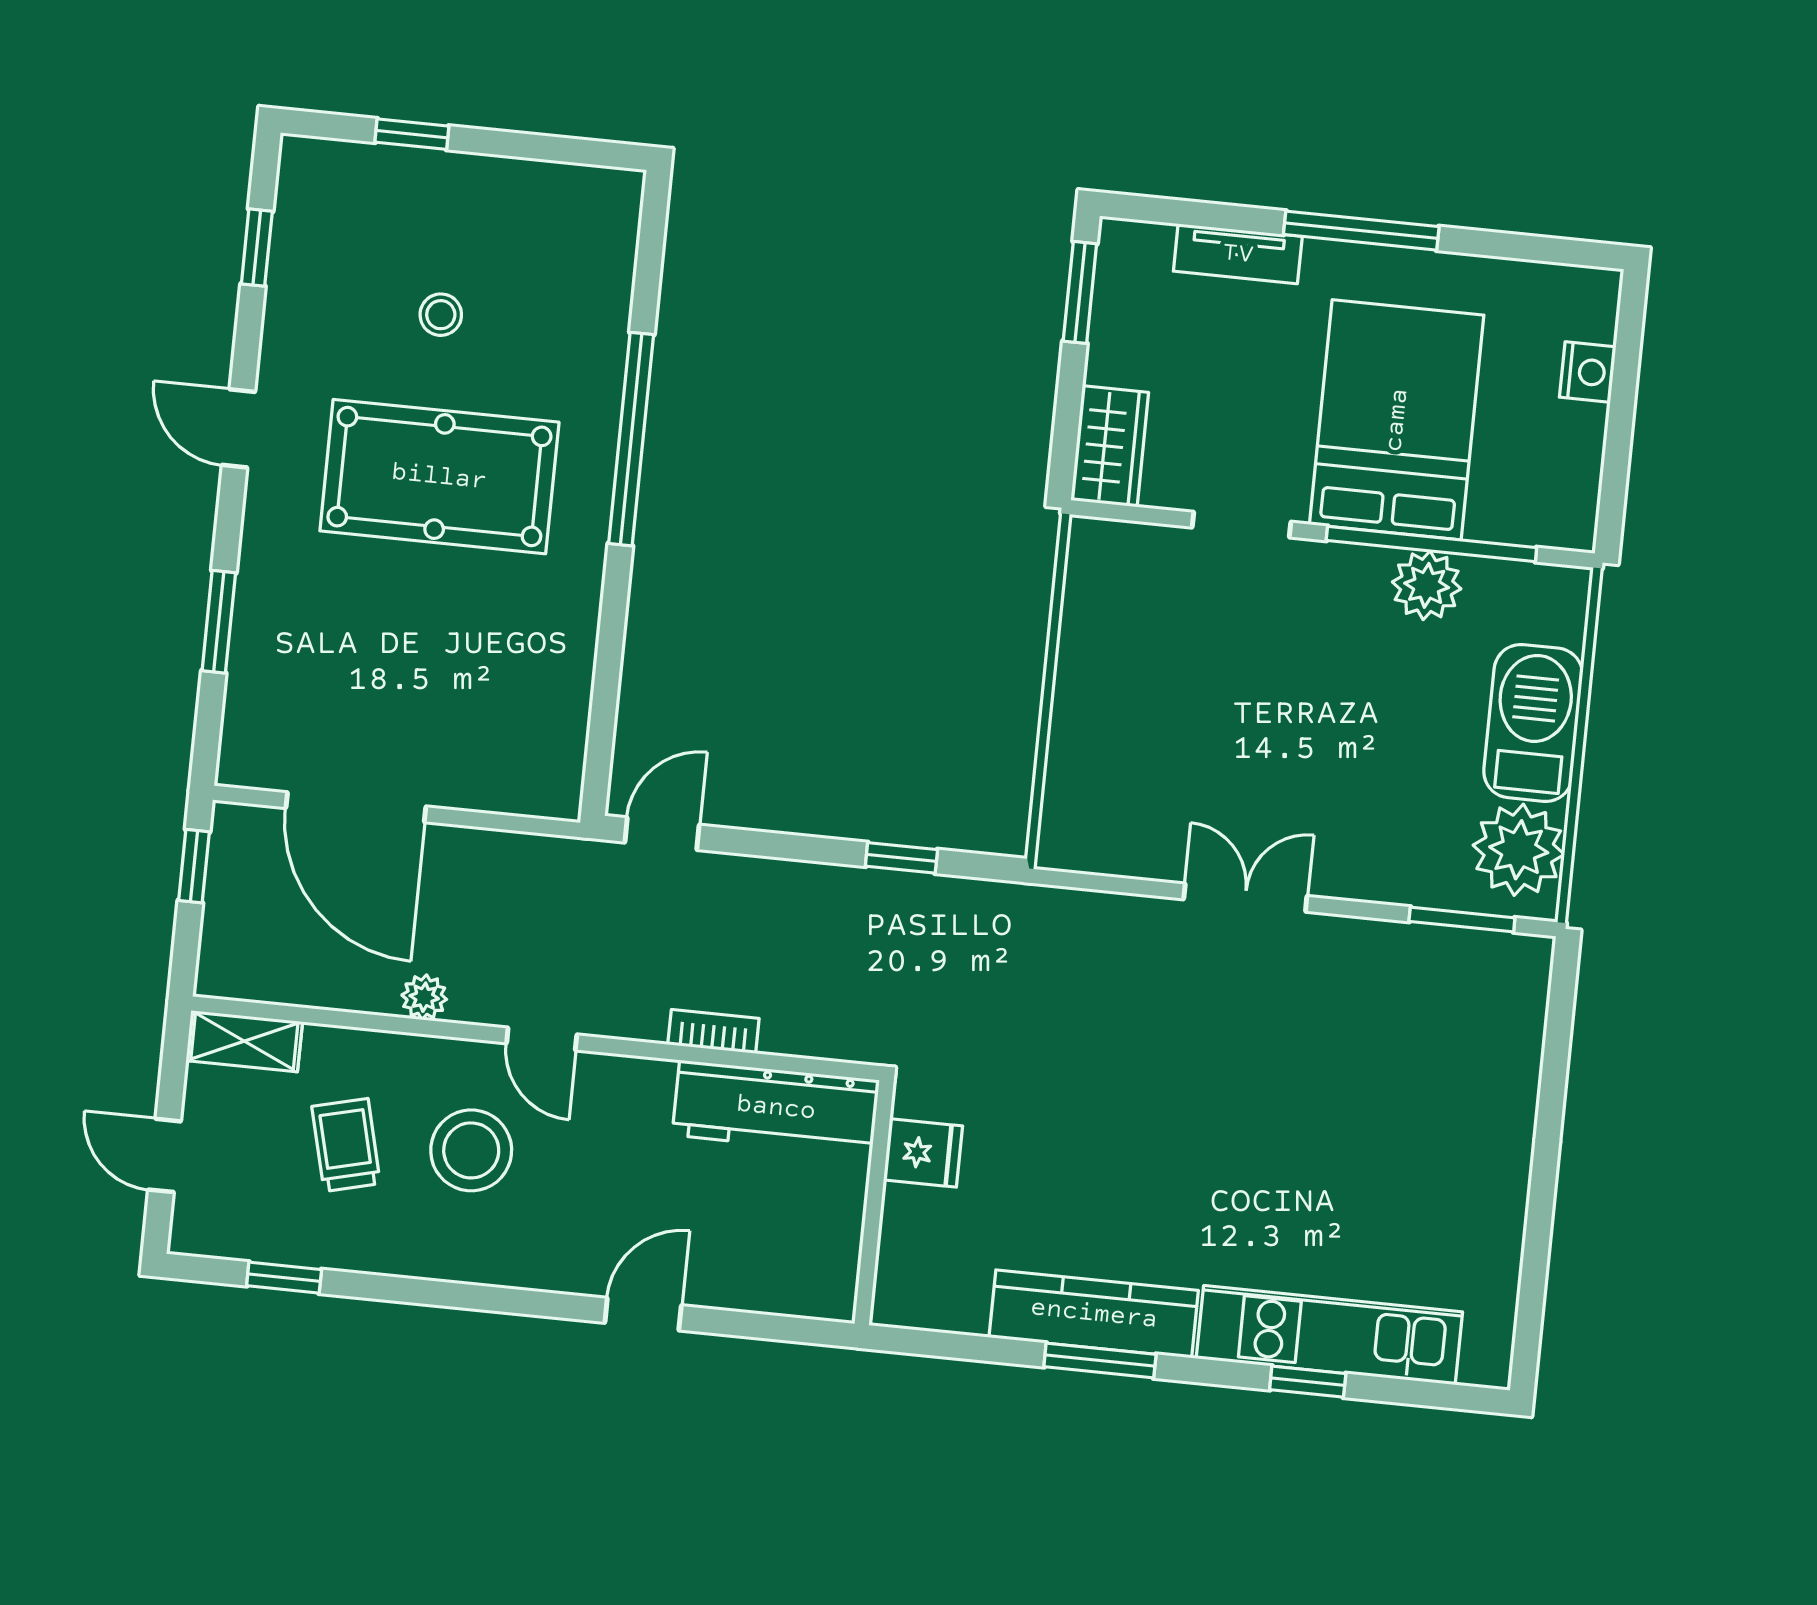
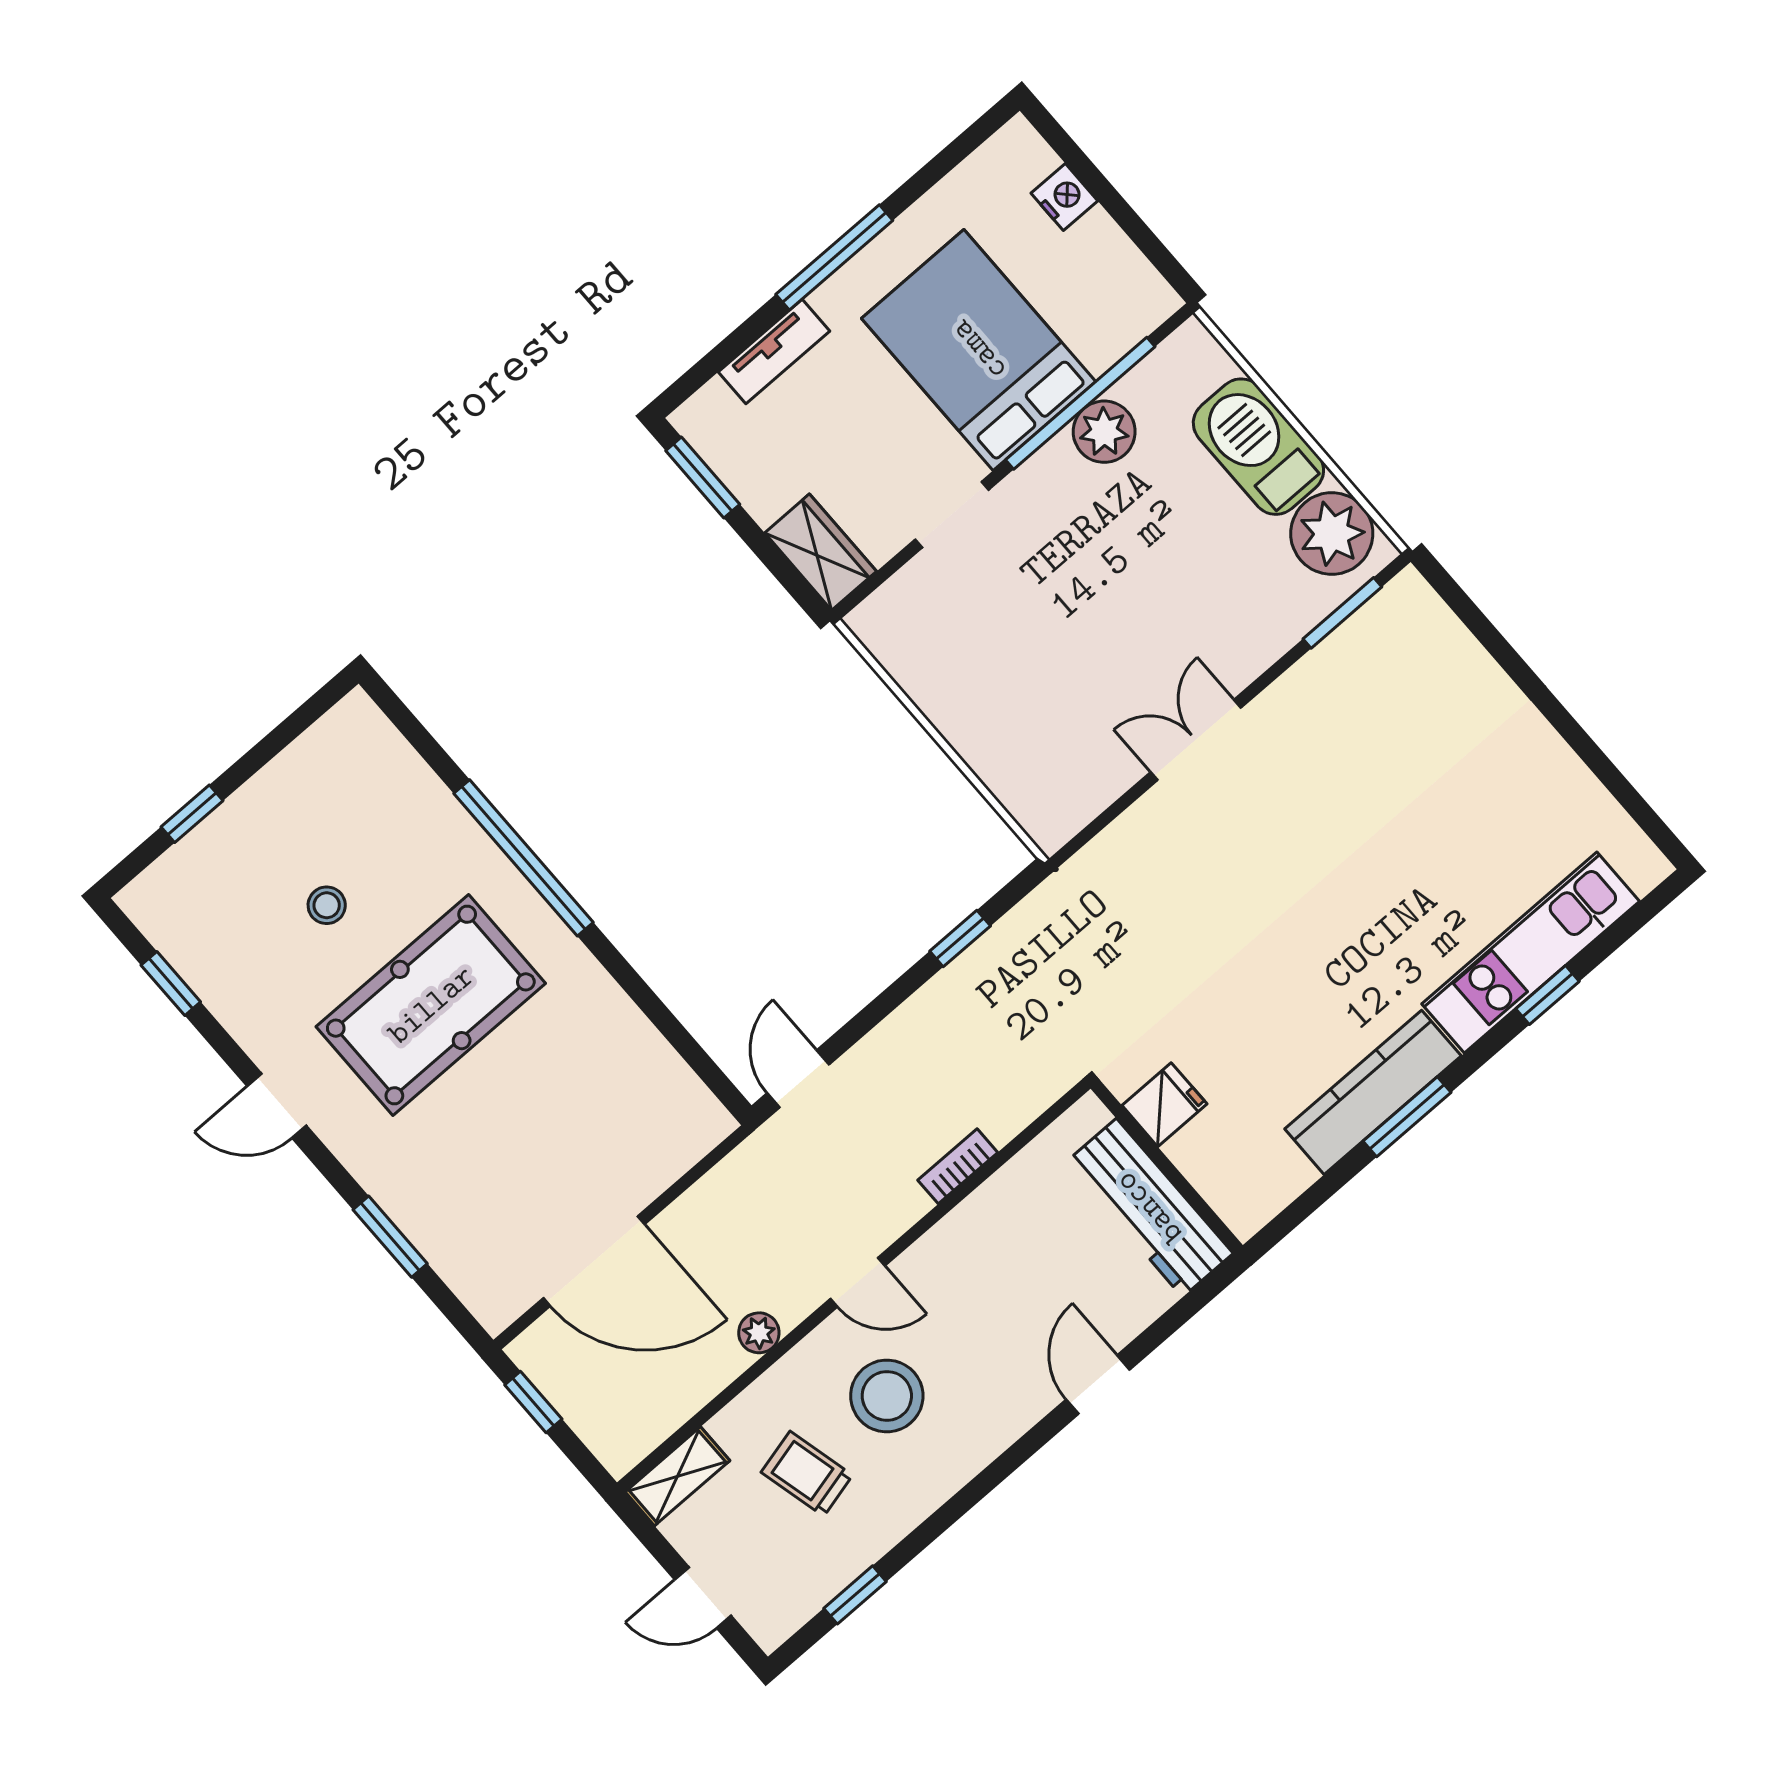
workbench: (776, 1108) -> (1149, 1208), moved, turned 90

